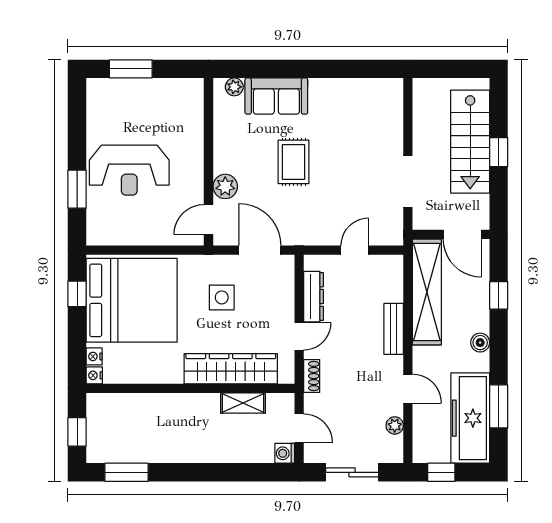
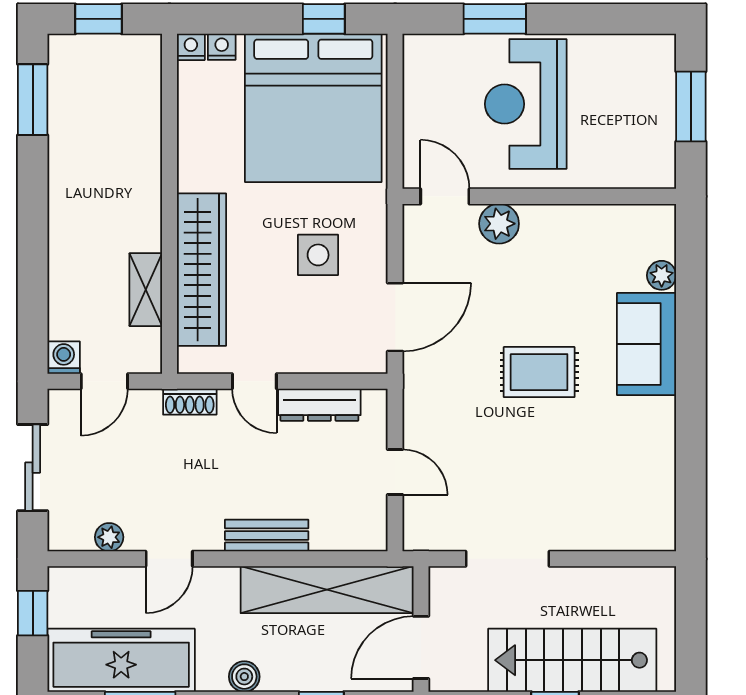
wall: (209, 162) -> (539, 196), moved
plant: (225, 186) -> (499, 224), moved
door: (209, 220) -> (445, 196), moved

